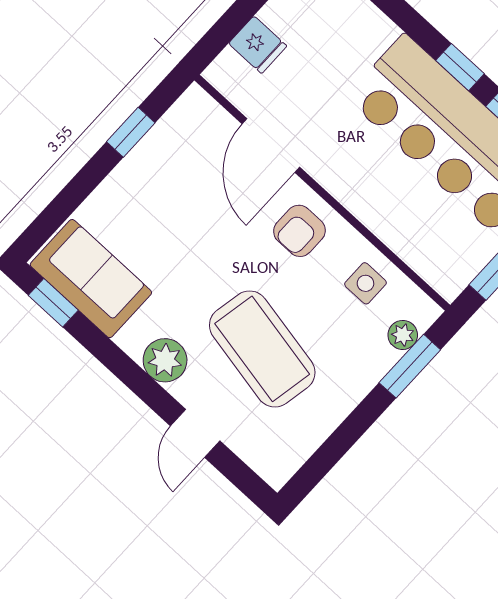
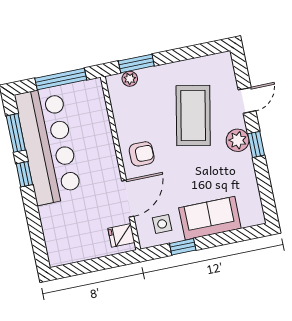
fridge: (258, 45) -> (121, 235), moved, turned -90
sofa: (91, 279) -> (210, 218), moved, turned 90
side table: (365, 283) -> (162, 224), moved
window: (53, 303) -> (256, 144), moved

